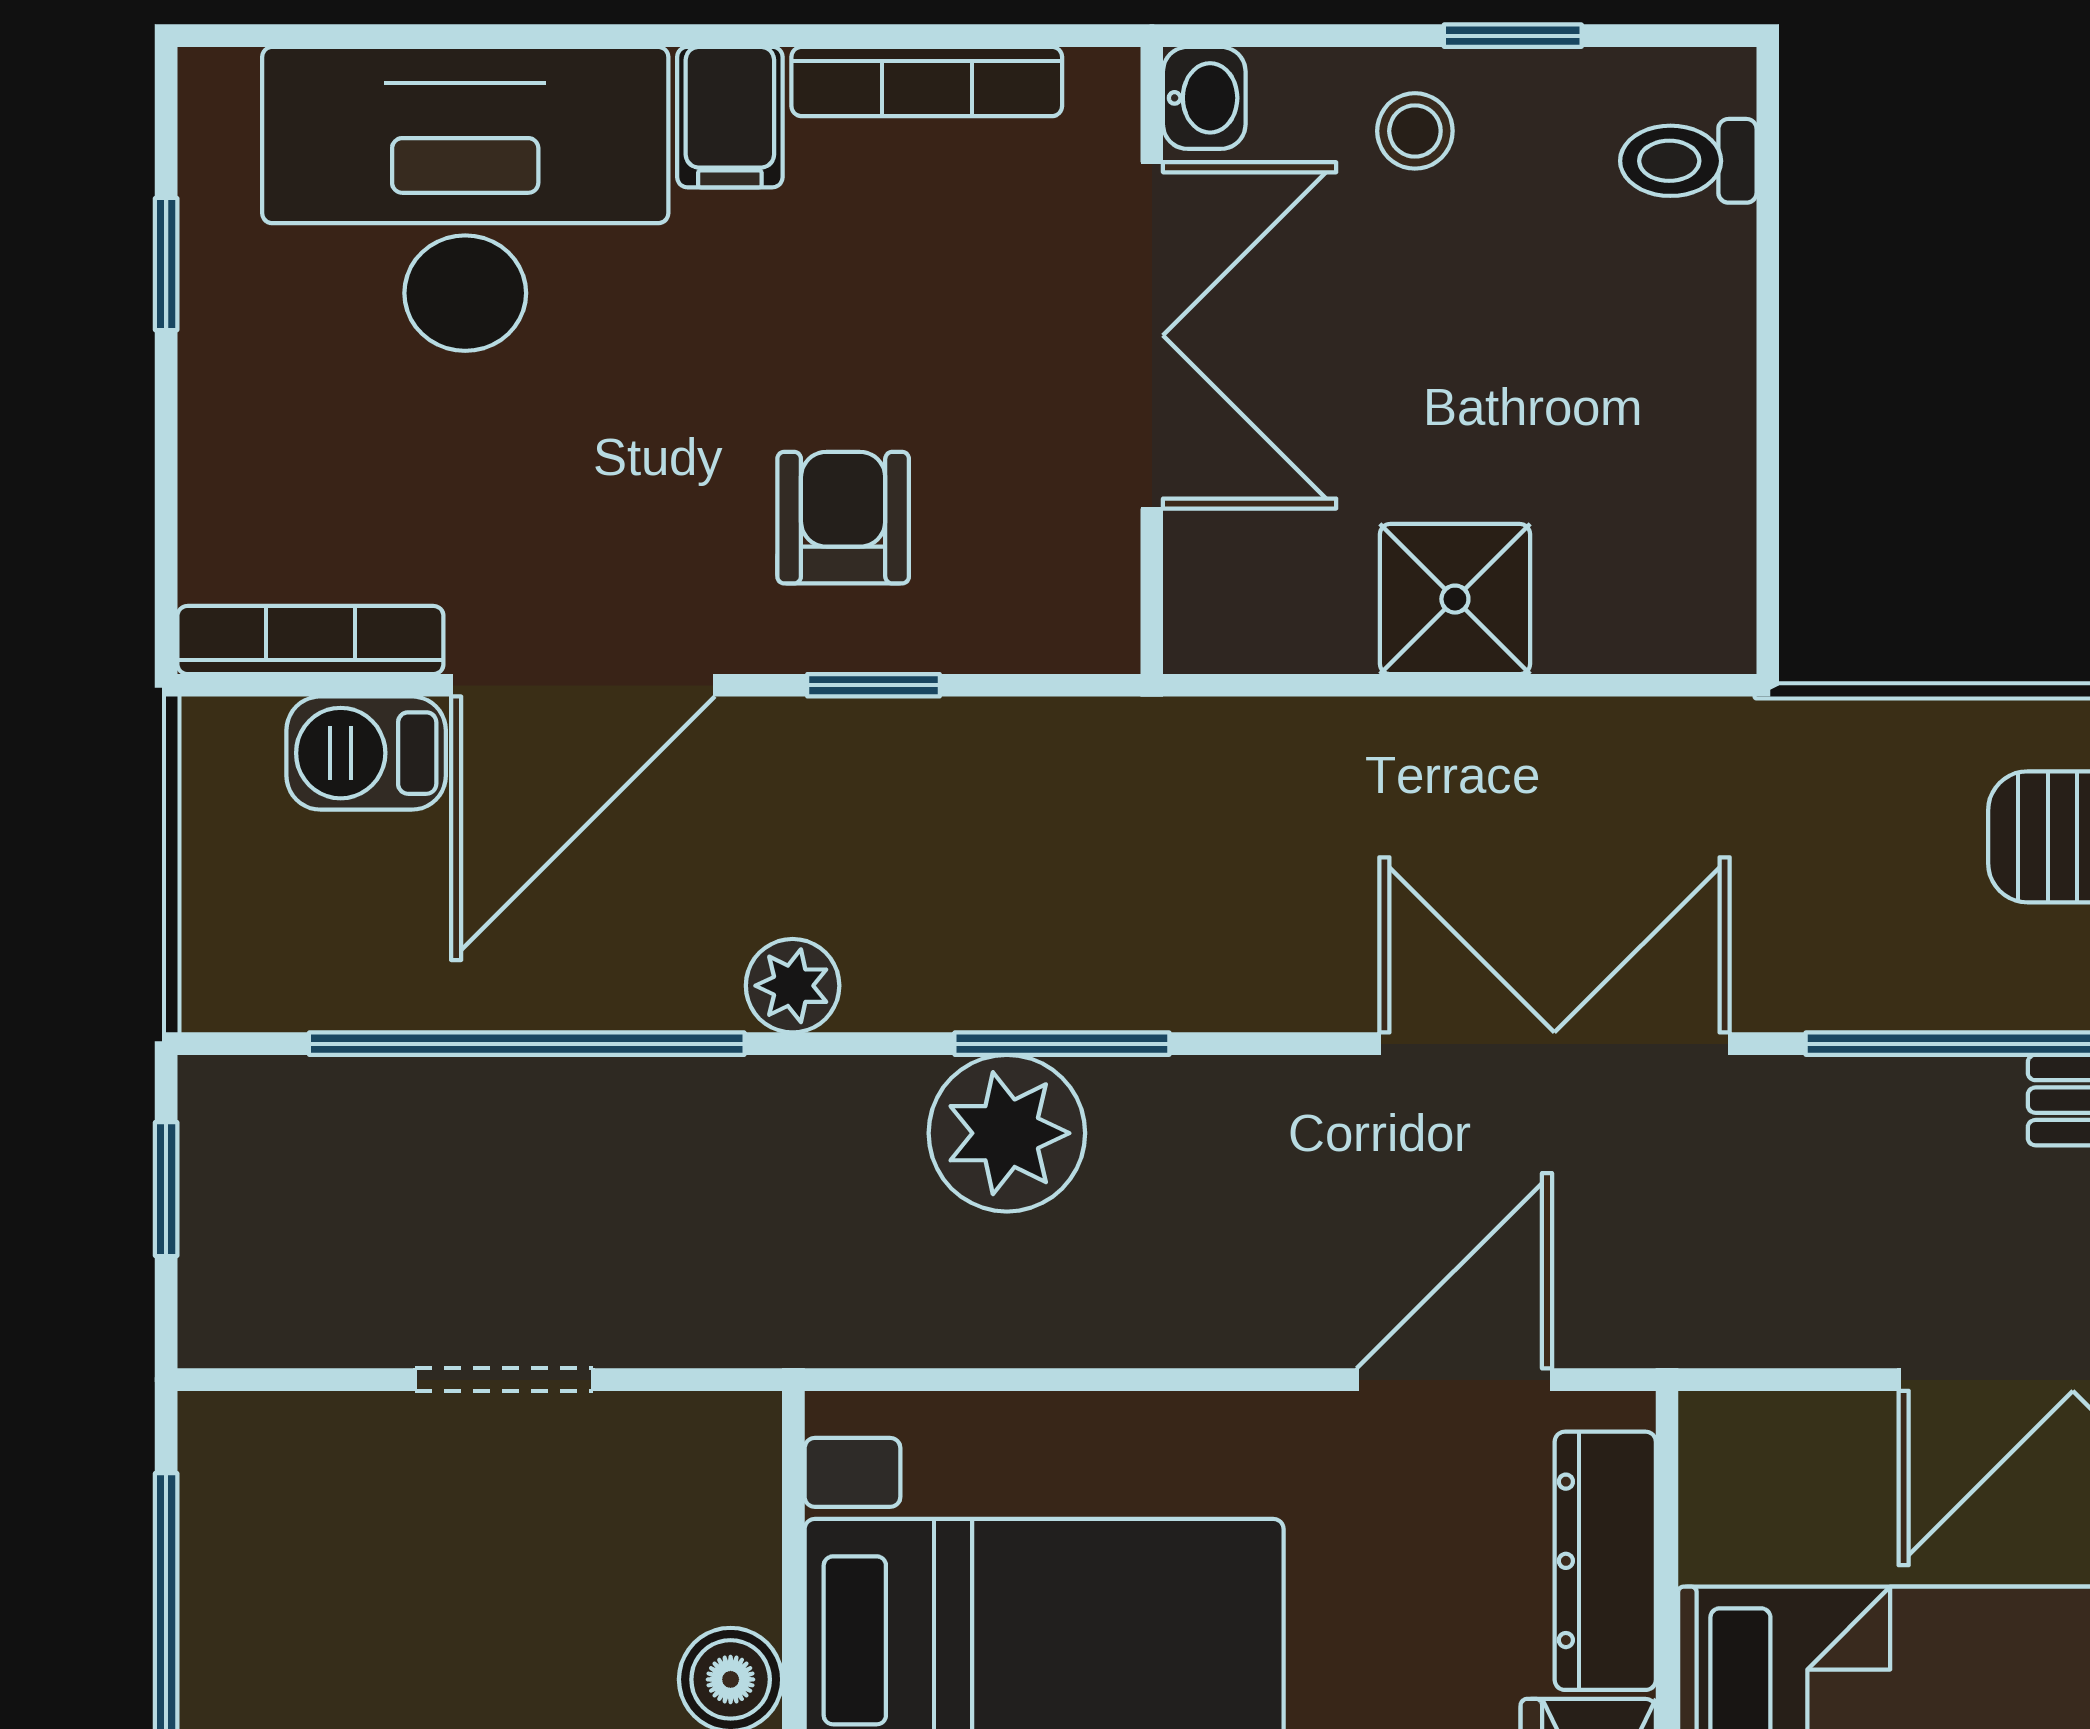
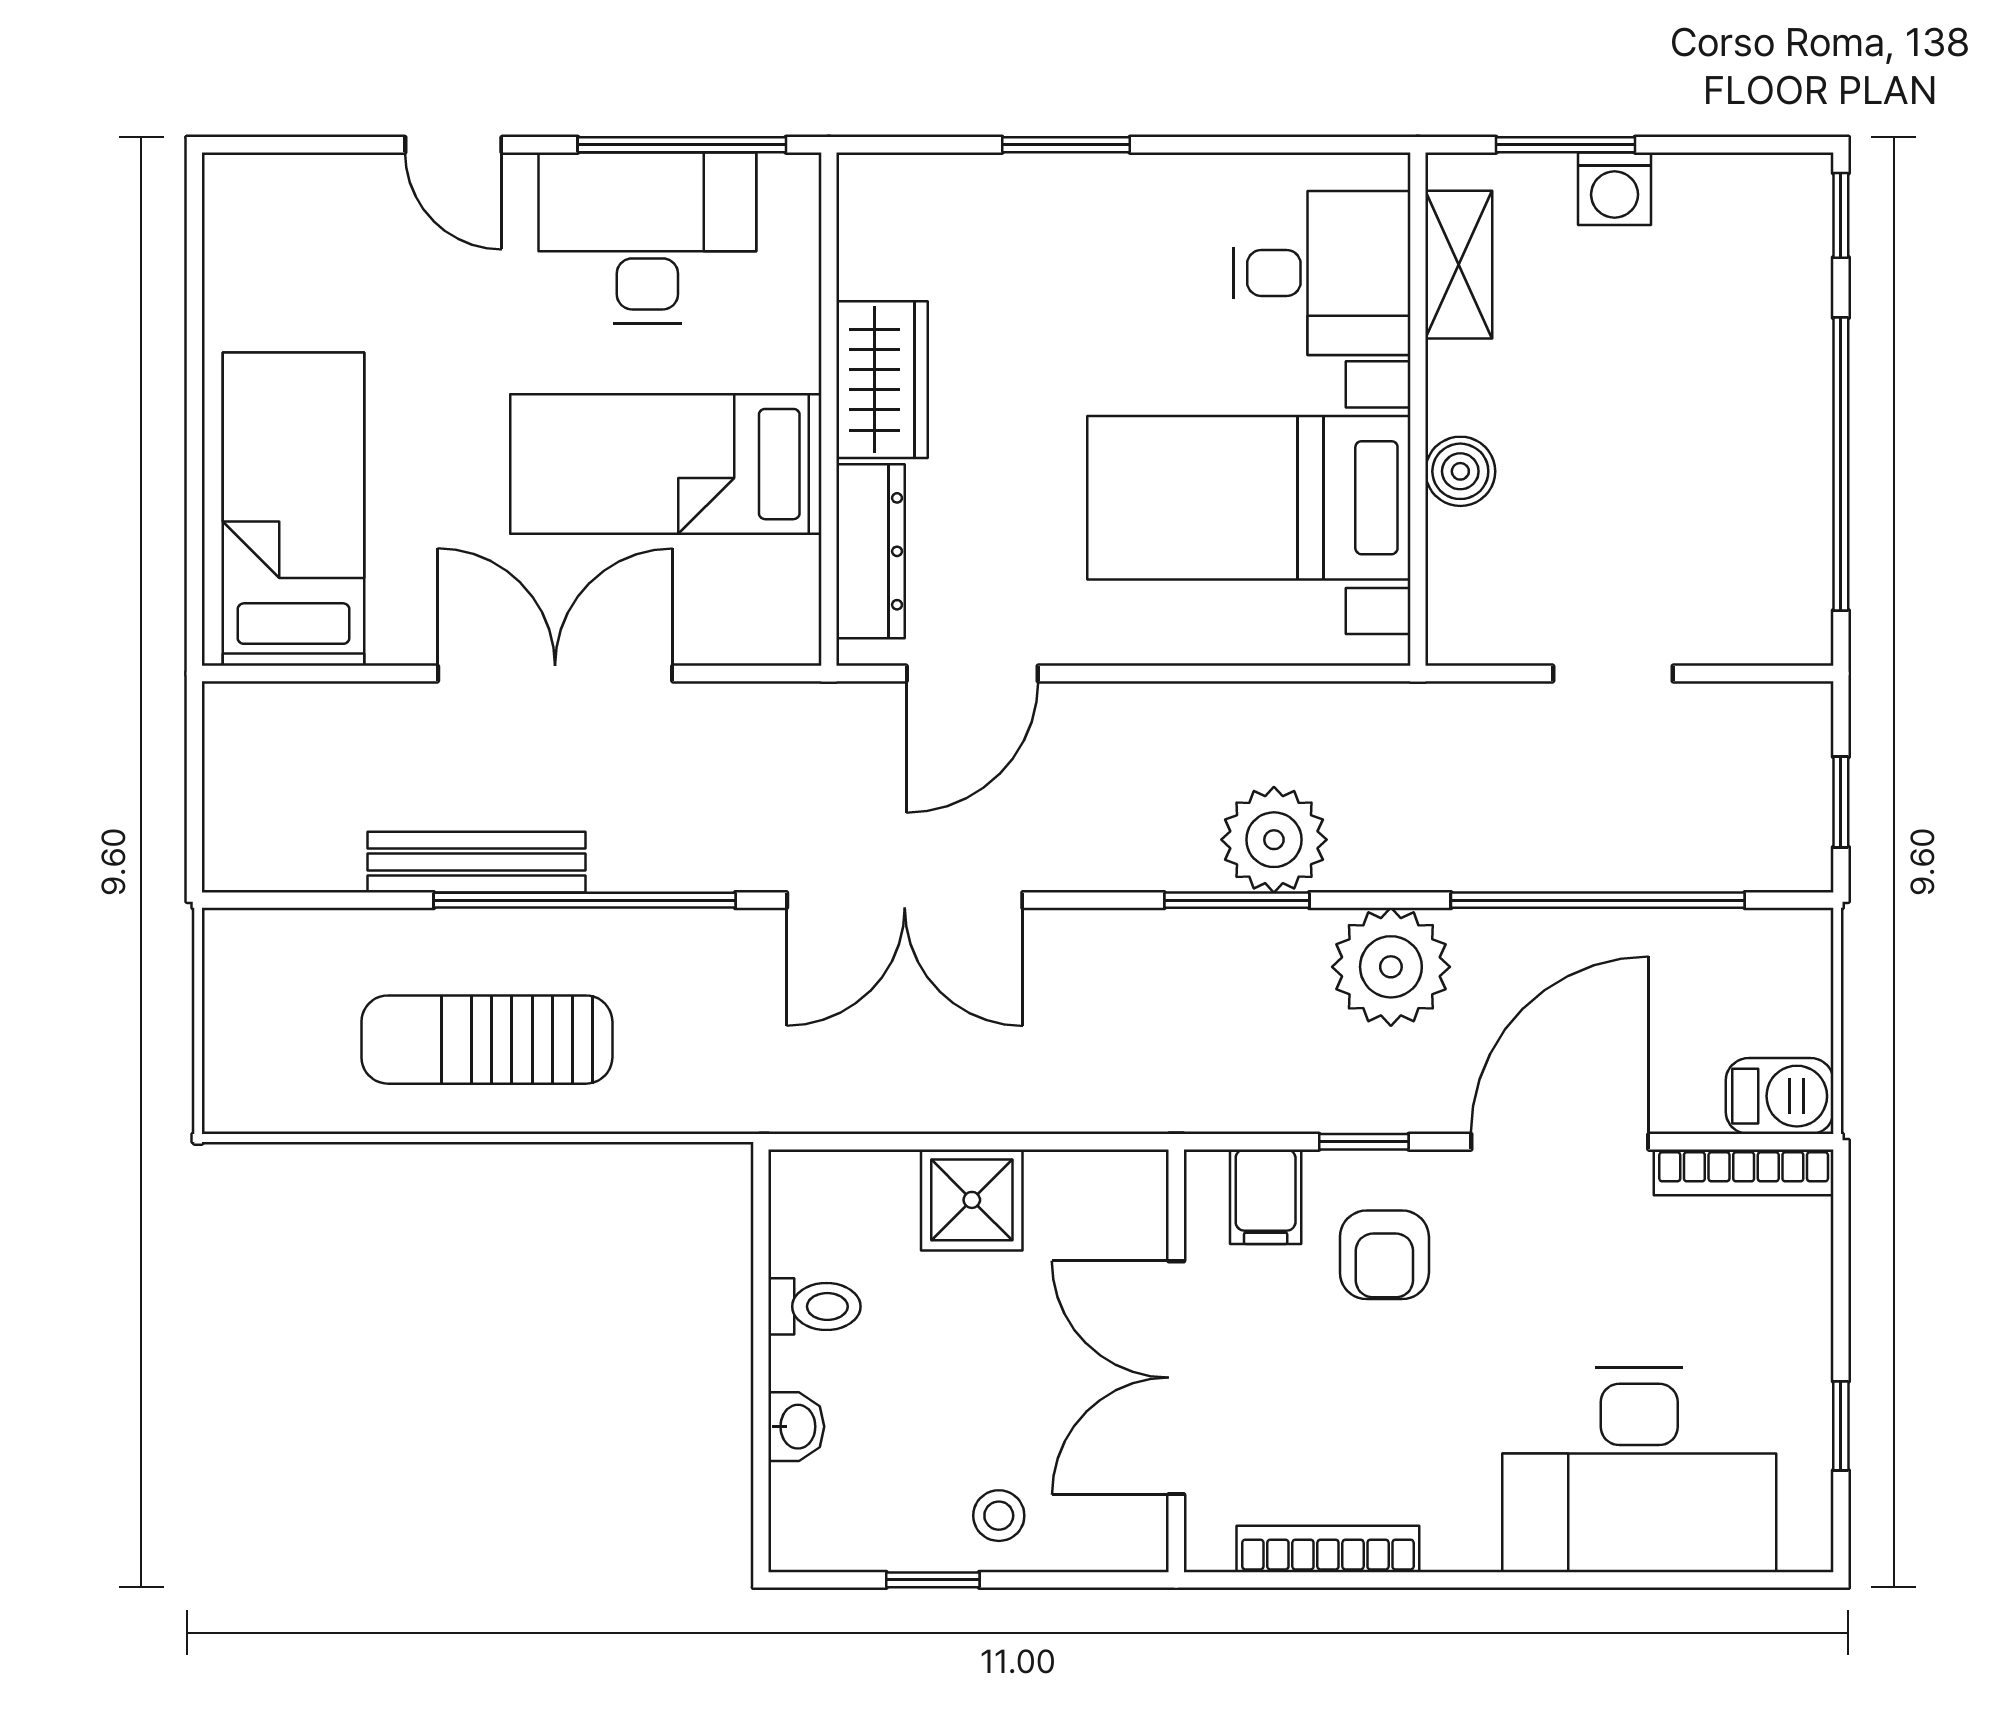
washbasin: (1204, 98) -> (796, 1427), moved, turned 180
filing cabinet: (730, 117) -> (1266, 1197), moved, turned 180
toilet: (1688, 161) -> (814, 1306), moved
barbecue: (366, 753) -> (1780, 1096), moved
plant: (793, 986) -> (1391, 967), width x1.87, depth x1.87

